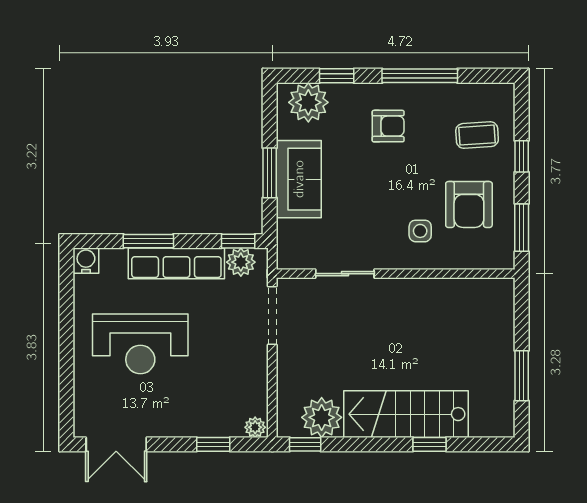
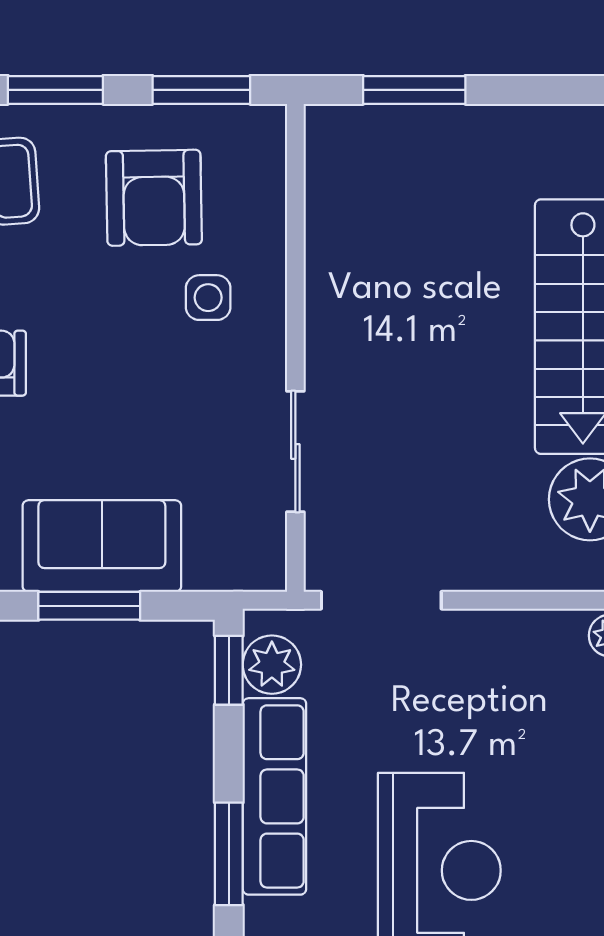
window: (522, 156) -> (55, 90), width x1.50
armchair: (469, 204) -> (154, 198), turned 89
window: (522, 376) -> (414, 90), moved

